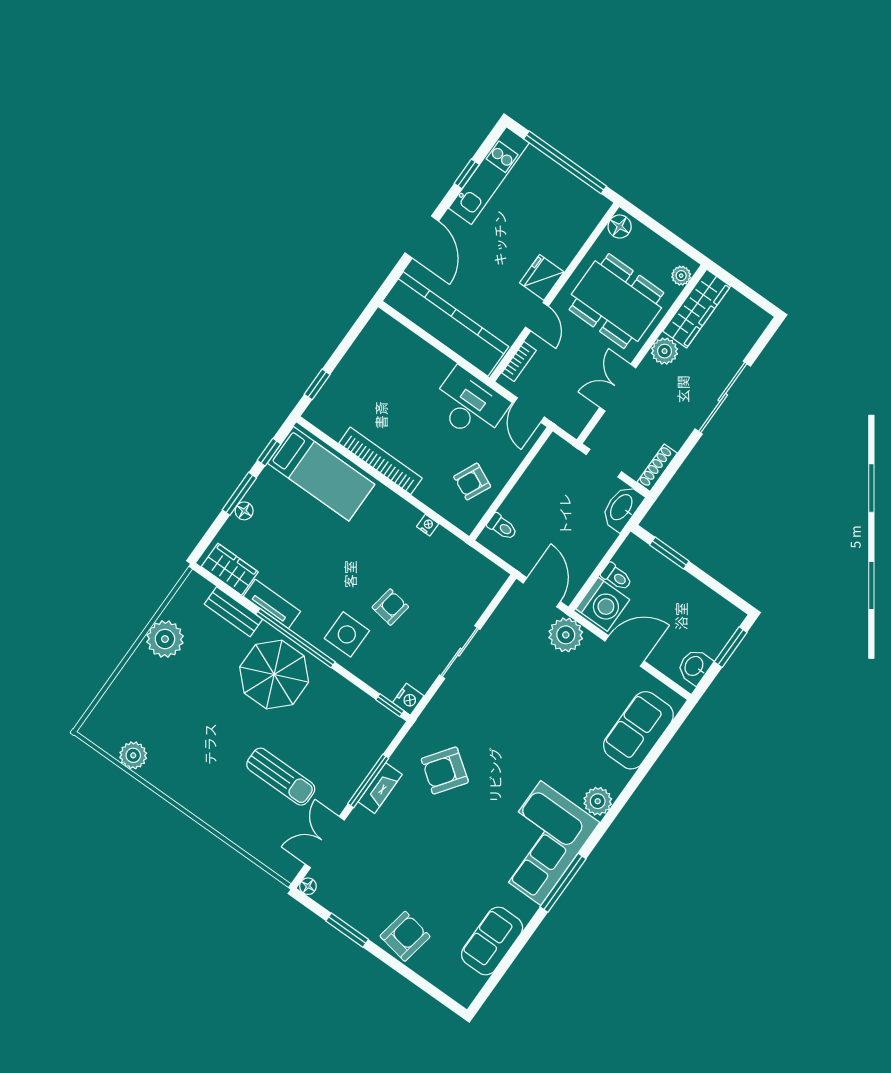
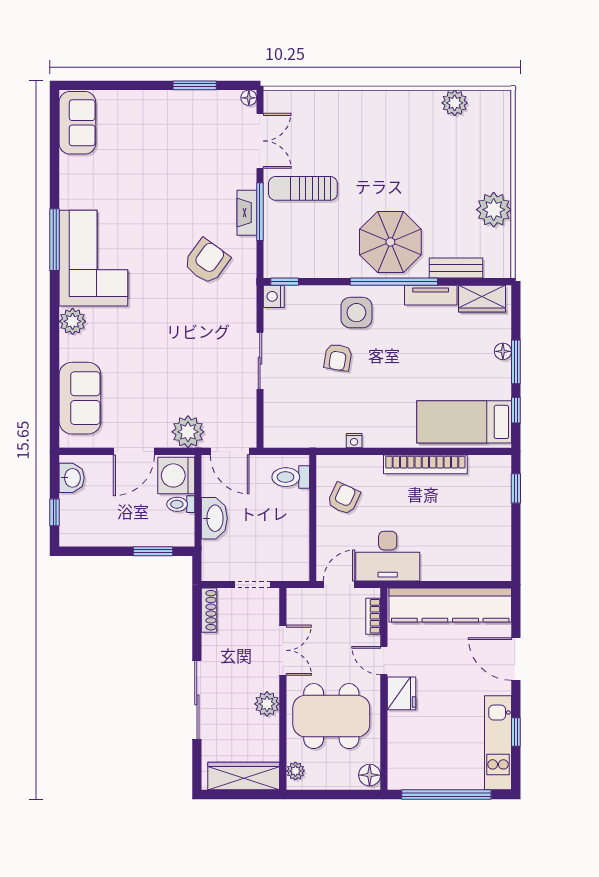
wardrobe: (697, 309) -> (244, 776), moved, turned 90
door: (529, 410) -> (339, 585), hinge flipped
washbasin: (622, 508) -> (214, 518), moved
toilet: (502, 527) -> (291, 477), width x1.37, depth x1.39
window: (731, 647) -> (55, 512), width x0.67
sun lounger: (281, 777) -> (303, 188), moved
armchair: (405, 936) -> (147, 112), removed
sofa: (492, 941) -> (77, 123), moved

